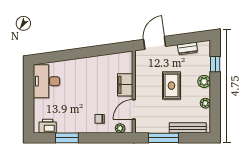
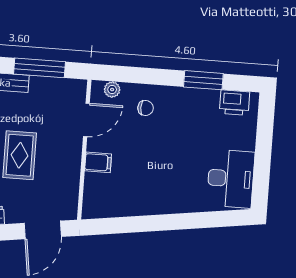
filing cabinet: (125, 85) -> (98, 162), width x0.50

